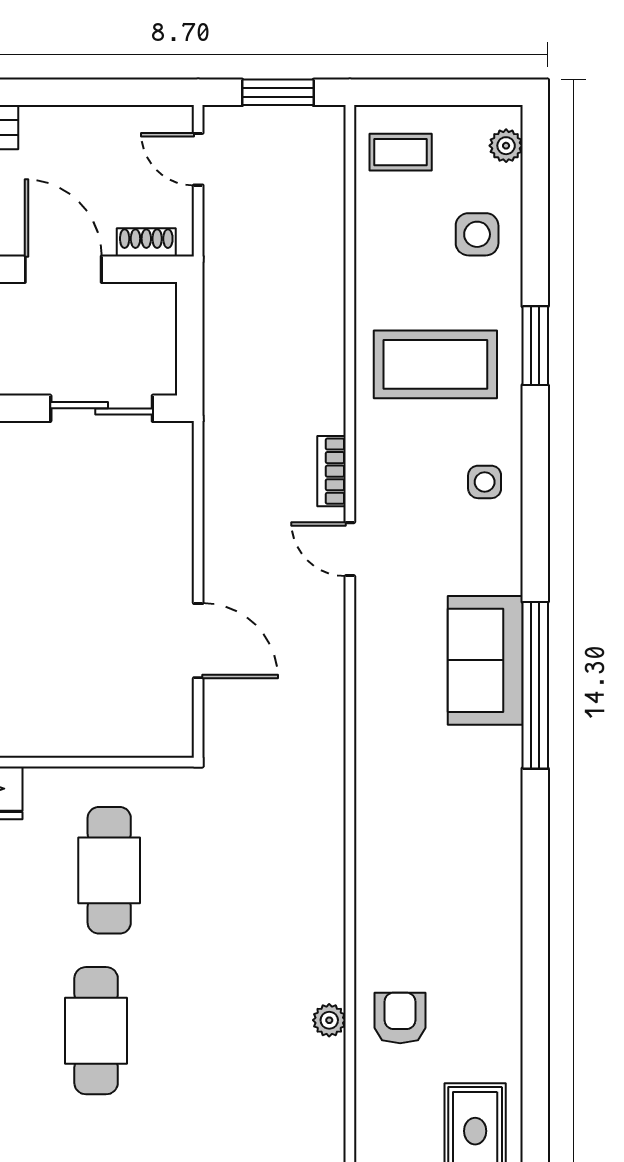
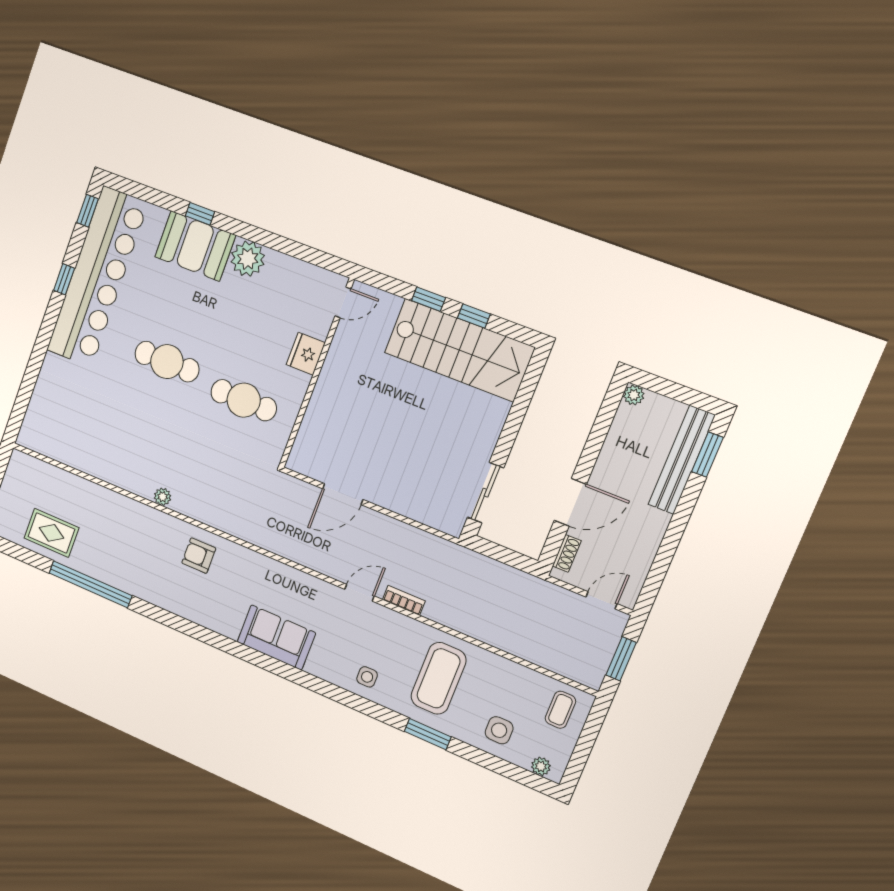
window: (535, 685) -> (90, 584), moved
armchair: (400, 1018) -> (199, 556), moved, turned 180
plant: (329, 1020) -> (163, 497), moved

